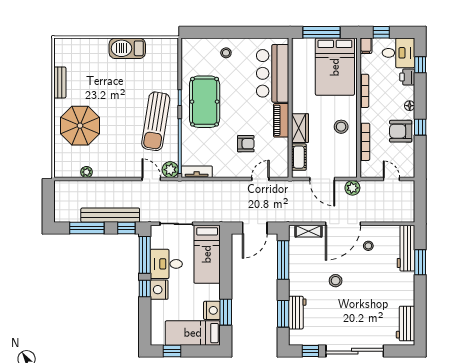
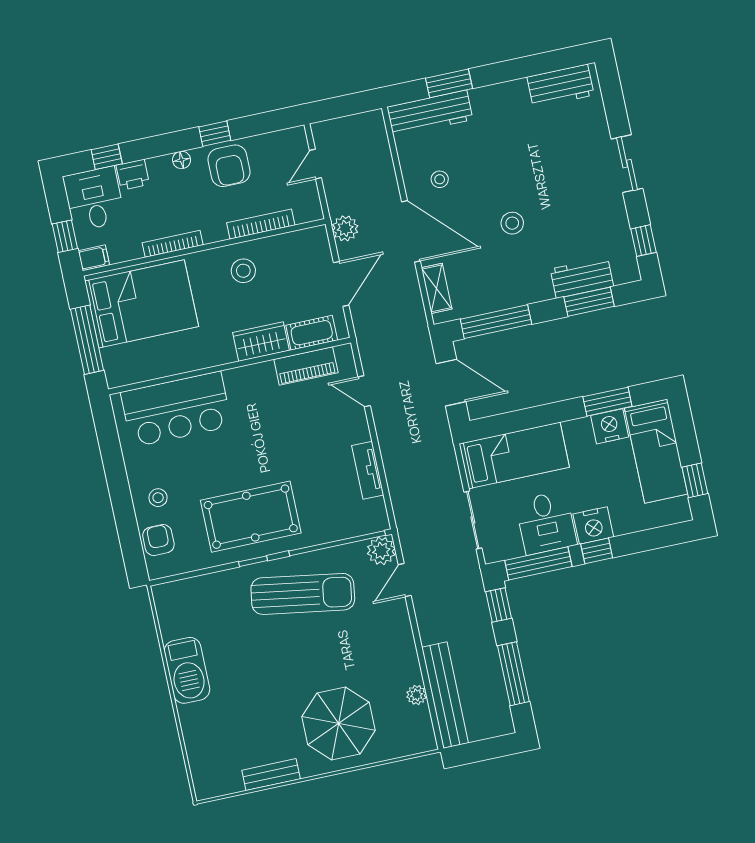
piano: (281, 120) -> (306, 366), moved
armchair: (246, 144) -> (158, 540), moved
tv unit: (197, 172) -> (368, 470), moved
bench: (110, 215) -> (445, 695), moved
sliding door: (355, 351) -> (627, 164), width x0.54

